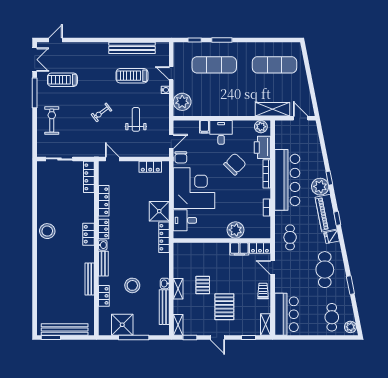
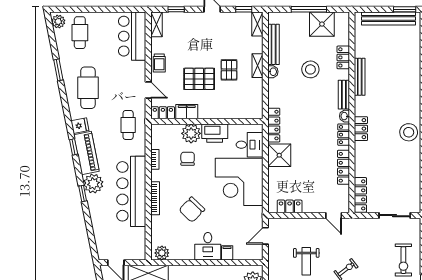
printer: (262, 147) -> (215, 133), moved, turned 90
chair: (181, 157) -> (188, 159), moved
pallet: (224, 307) -> (199, 79), moved, turned 90

